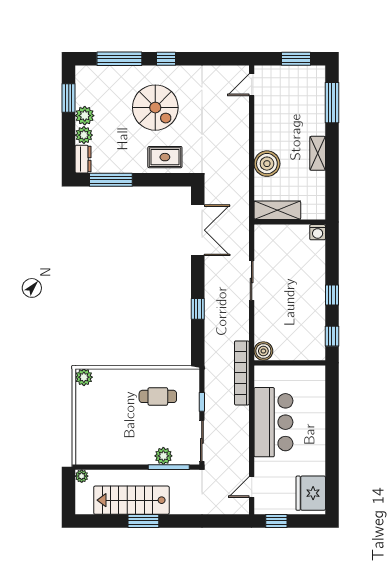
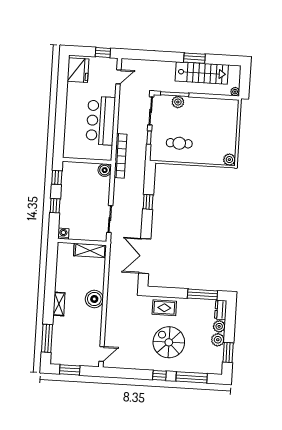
shelving: (277, 210) -> (90, 250), moved
wall: (290, 222) -> (82, 242), moved
washing machine: (318, 232) -> (63, 234), moved

